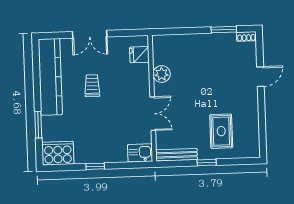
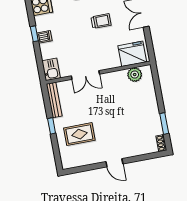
fridge: (139, 55) -> (132, 54), width x1.88, depth x1.34
plant: (162, 74) -> (135, 75), moved
door: (260, 77) -> (114, 163), moved
dishwasher: (101, 155) -> (44, 37), added

